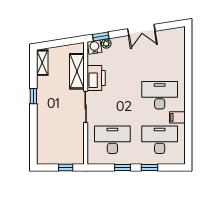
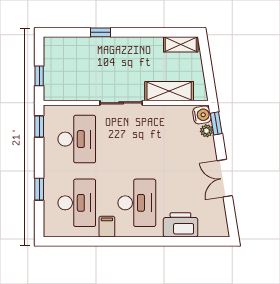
printer: (96, 78) -> (180, 225), moved, turned 180
window: (33, 96) -> (100, 32), moved
window: (123, 168) -> (39, 126), moved

